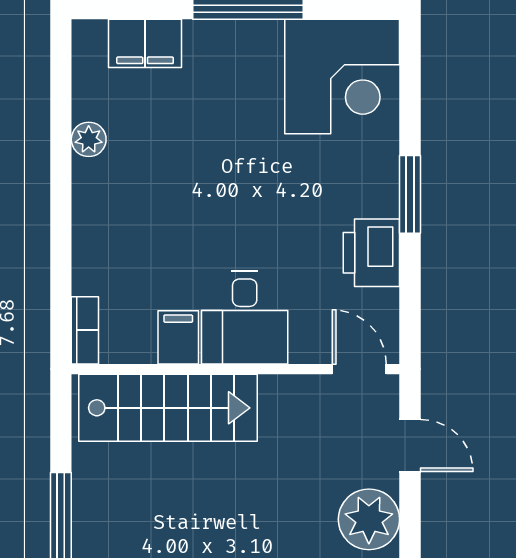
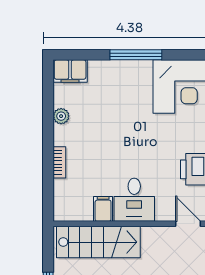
filing cabinet: (145, 43) -> (70, 71), moved
bookcase: (85, 330) -> (59, 162), moved

